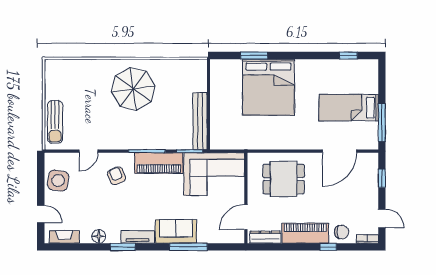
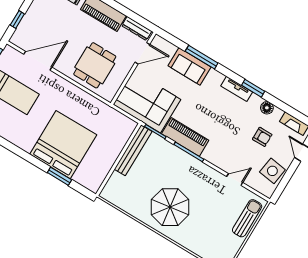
armchair: (117, 176) -> (262, 137), moved, turned -67
dining table: (284, 179) -> (95, 65), turned 90
sofa: (176, 231) -> (189, 66), moved

